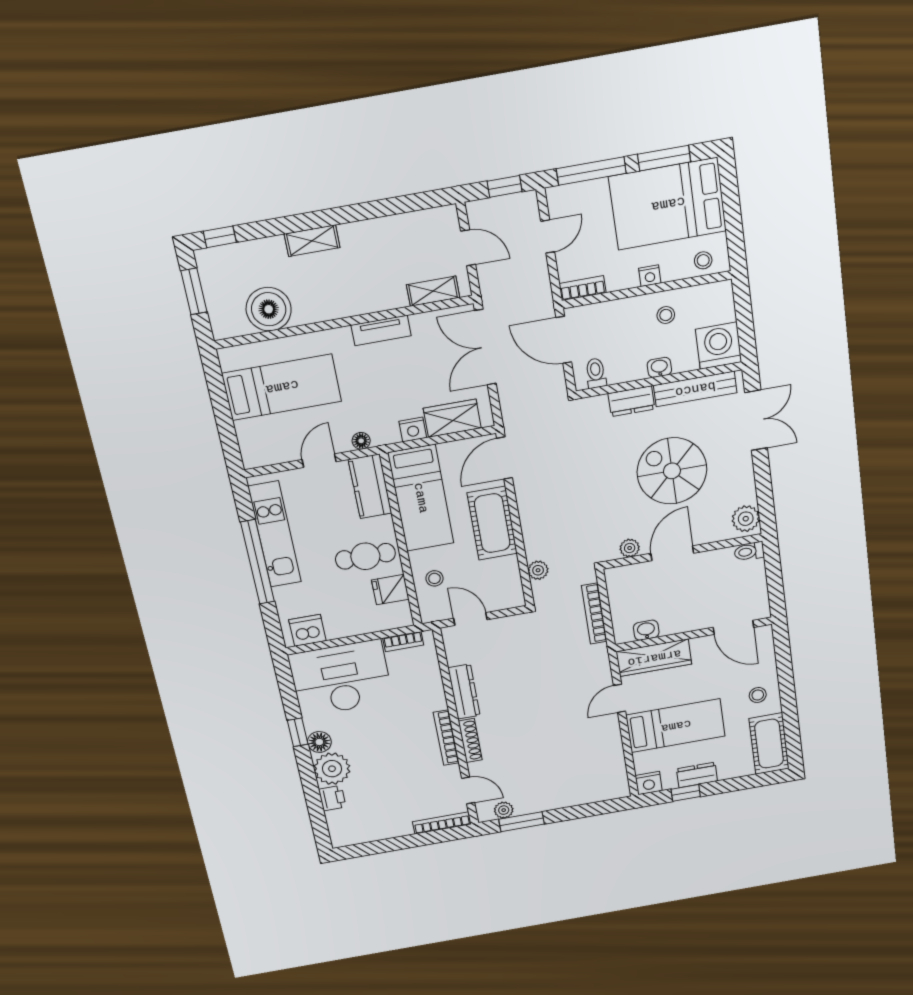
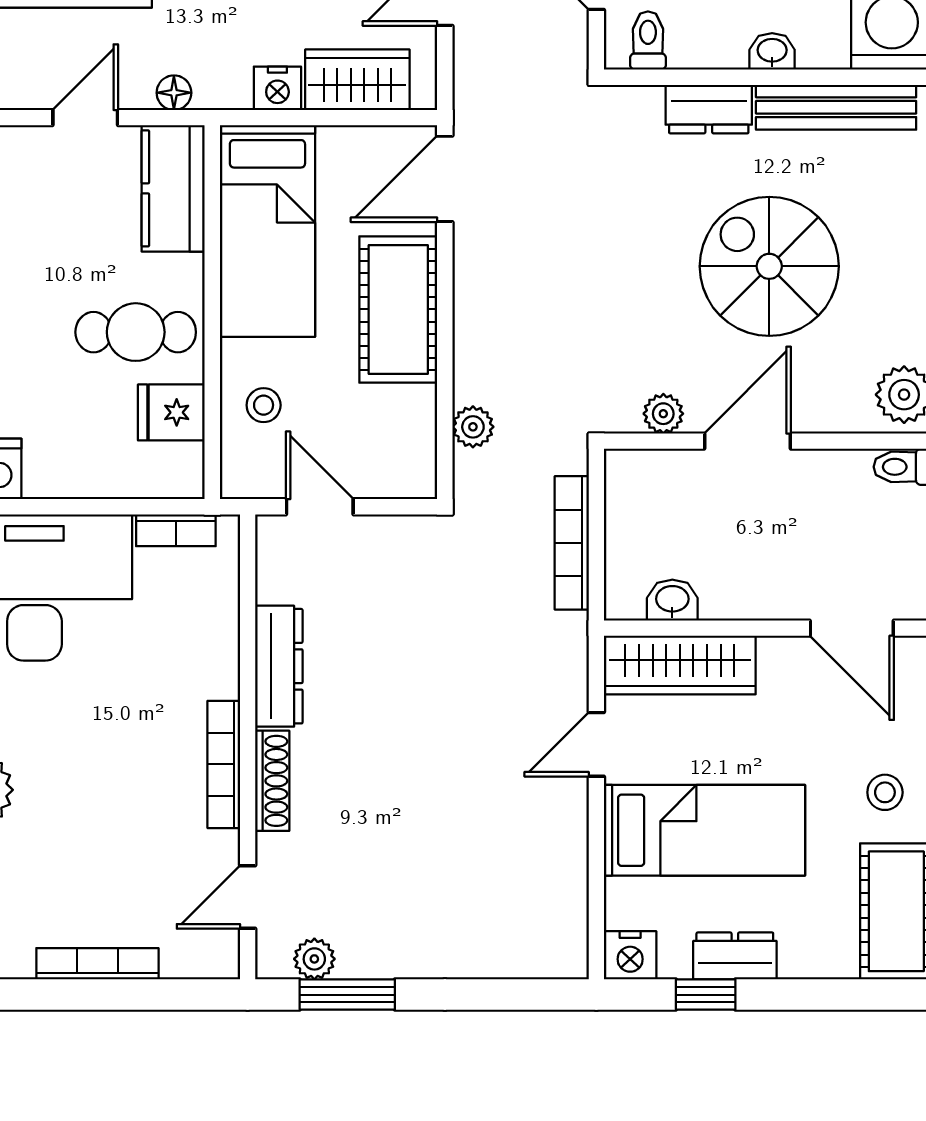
door: (468, 790) -> (248, 897), swing flipped
bookcase: (442, 823) -> (97, 964), moved

